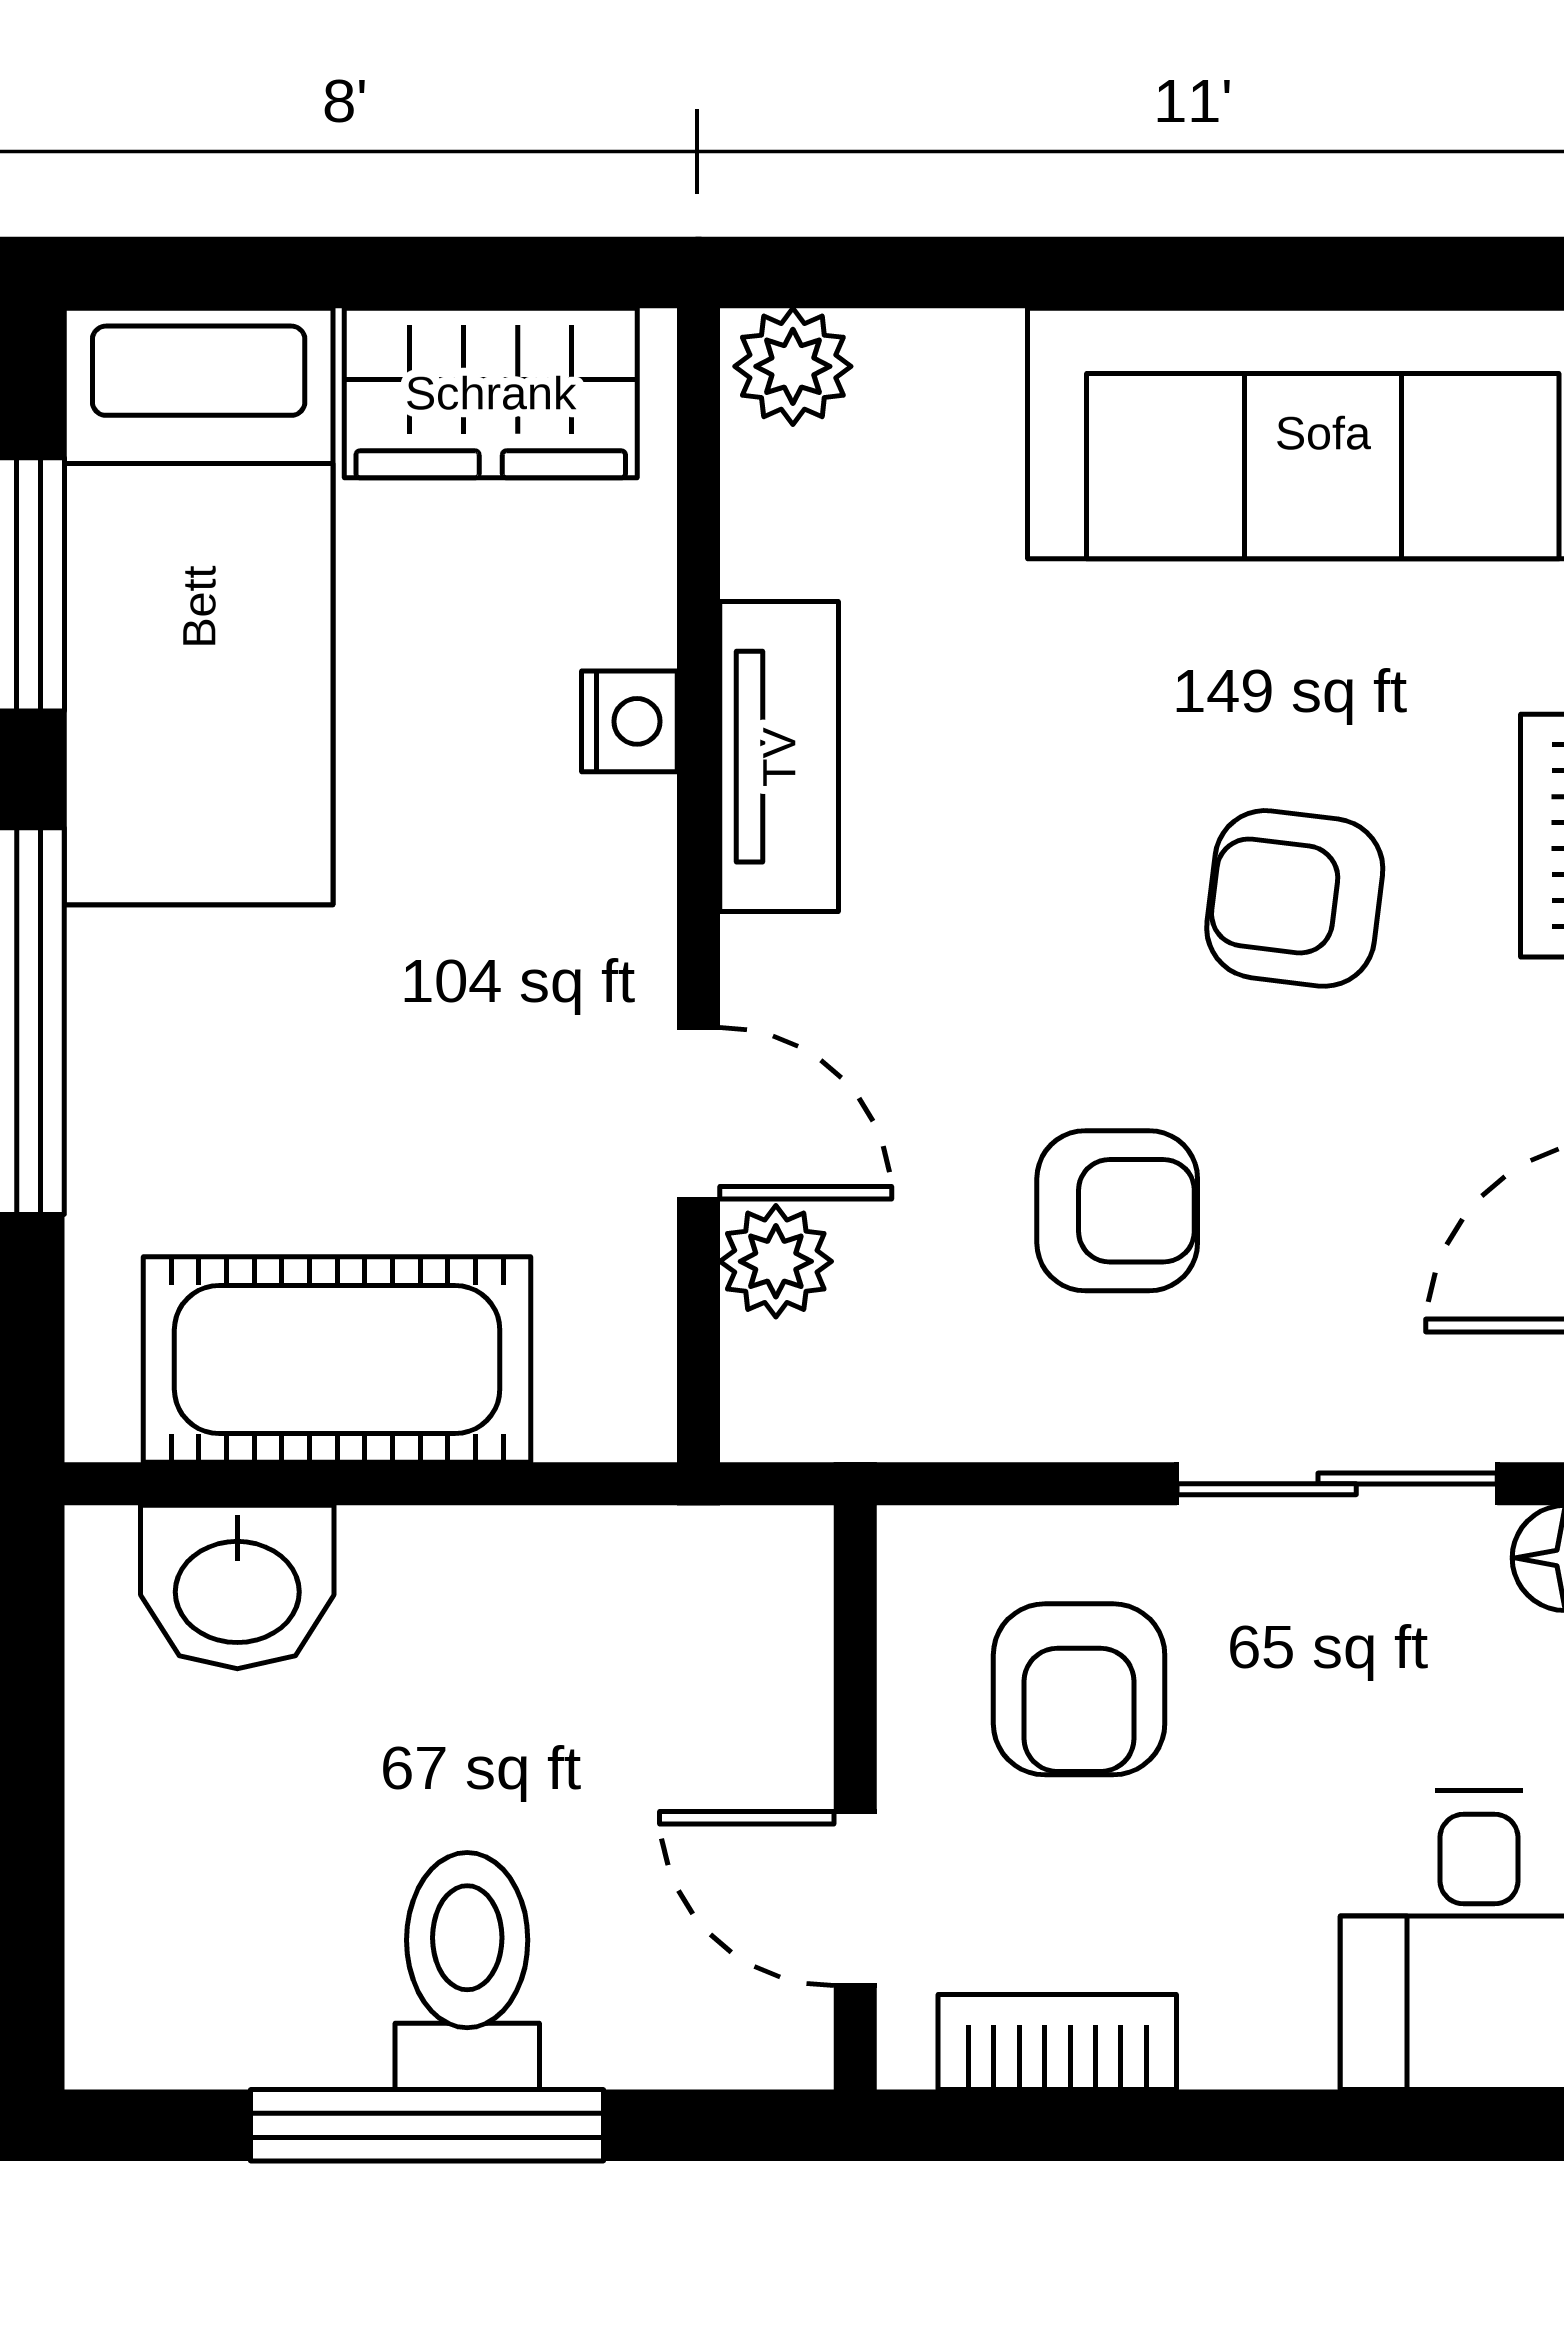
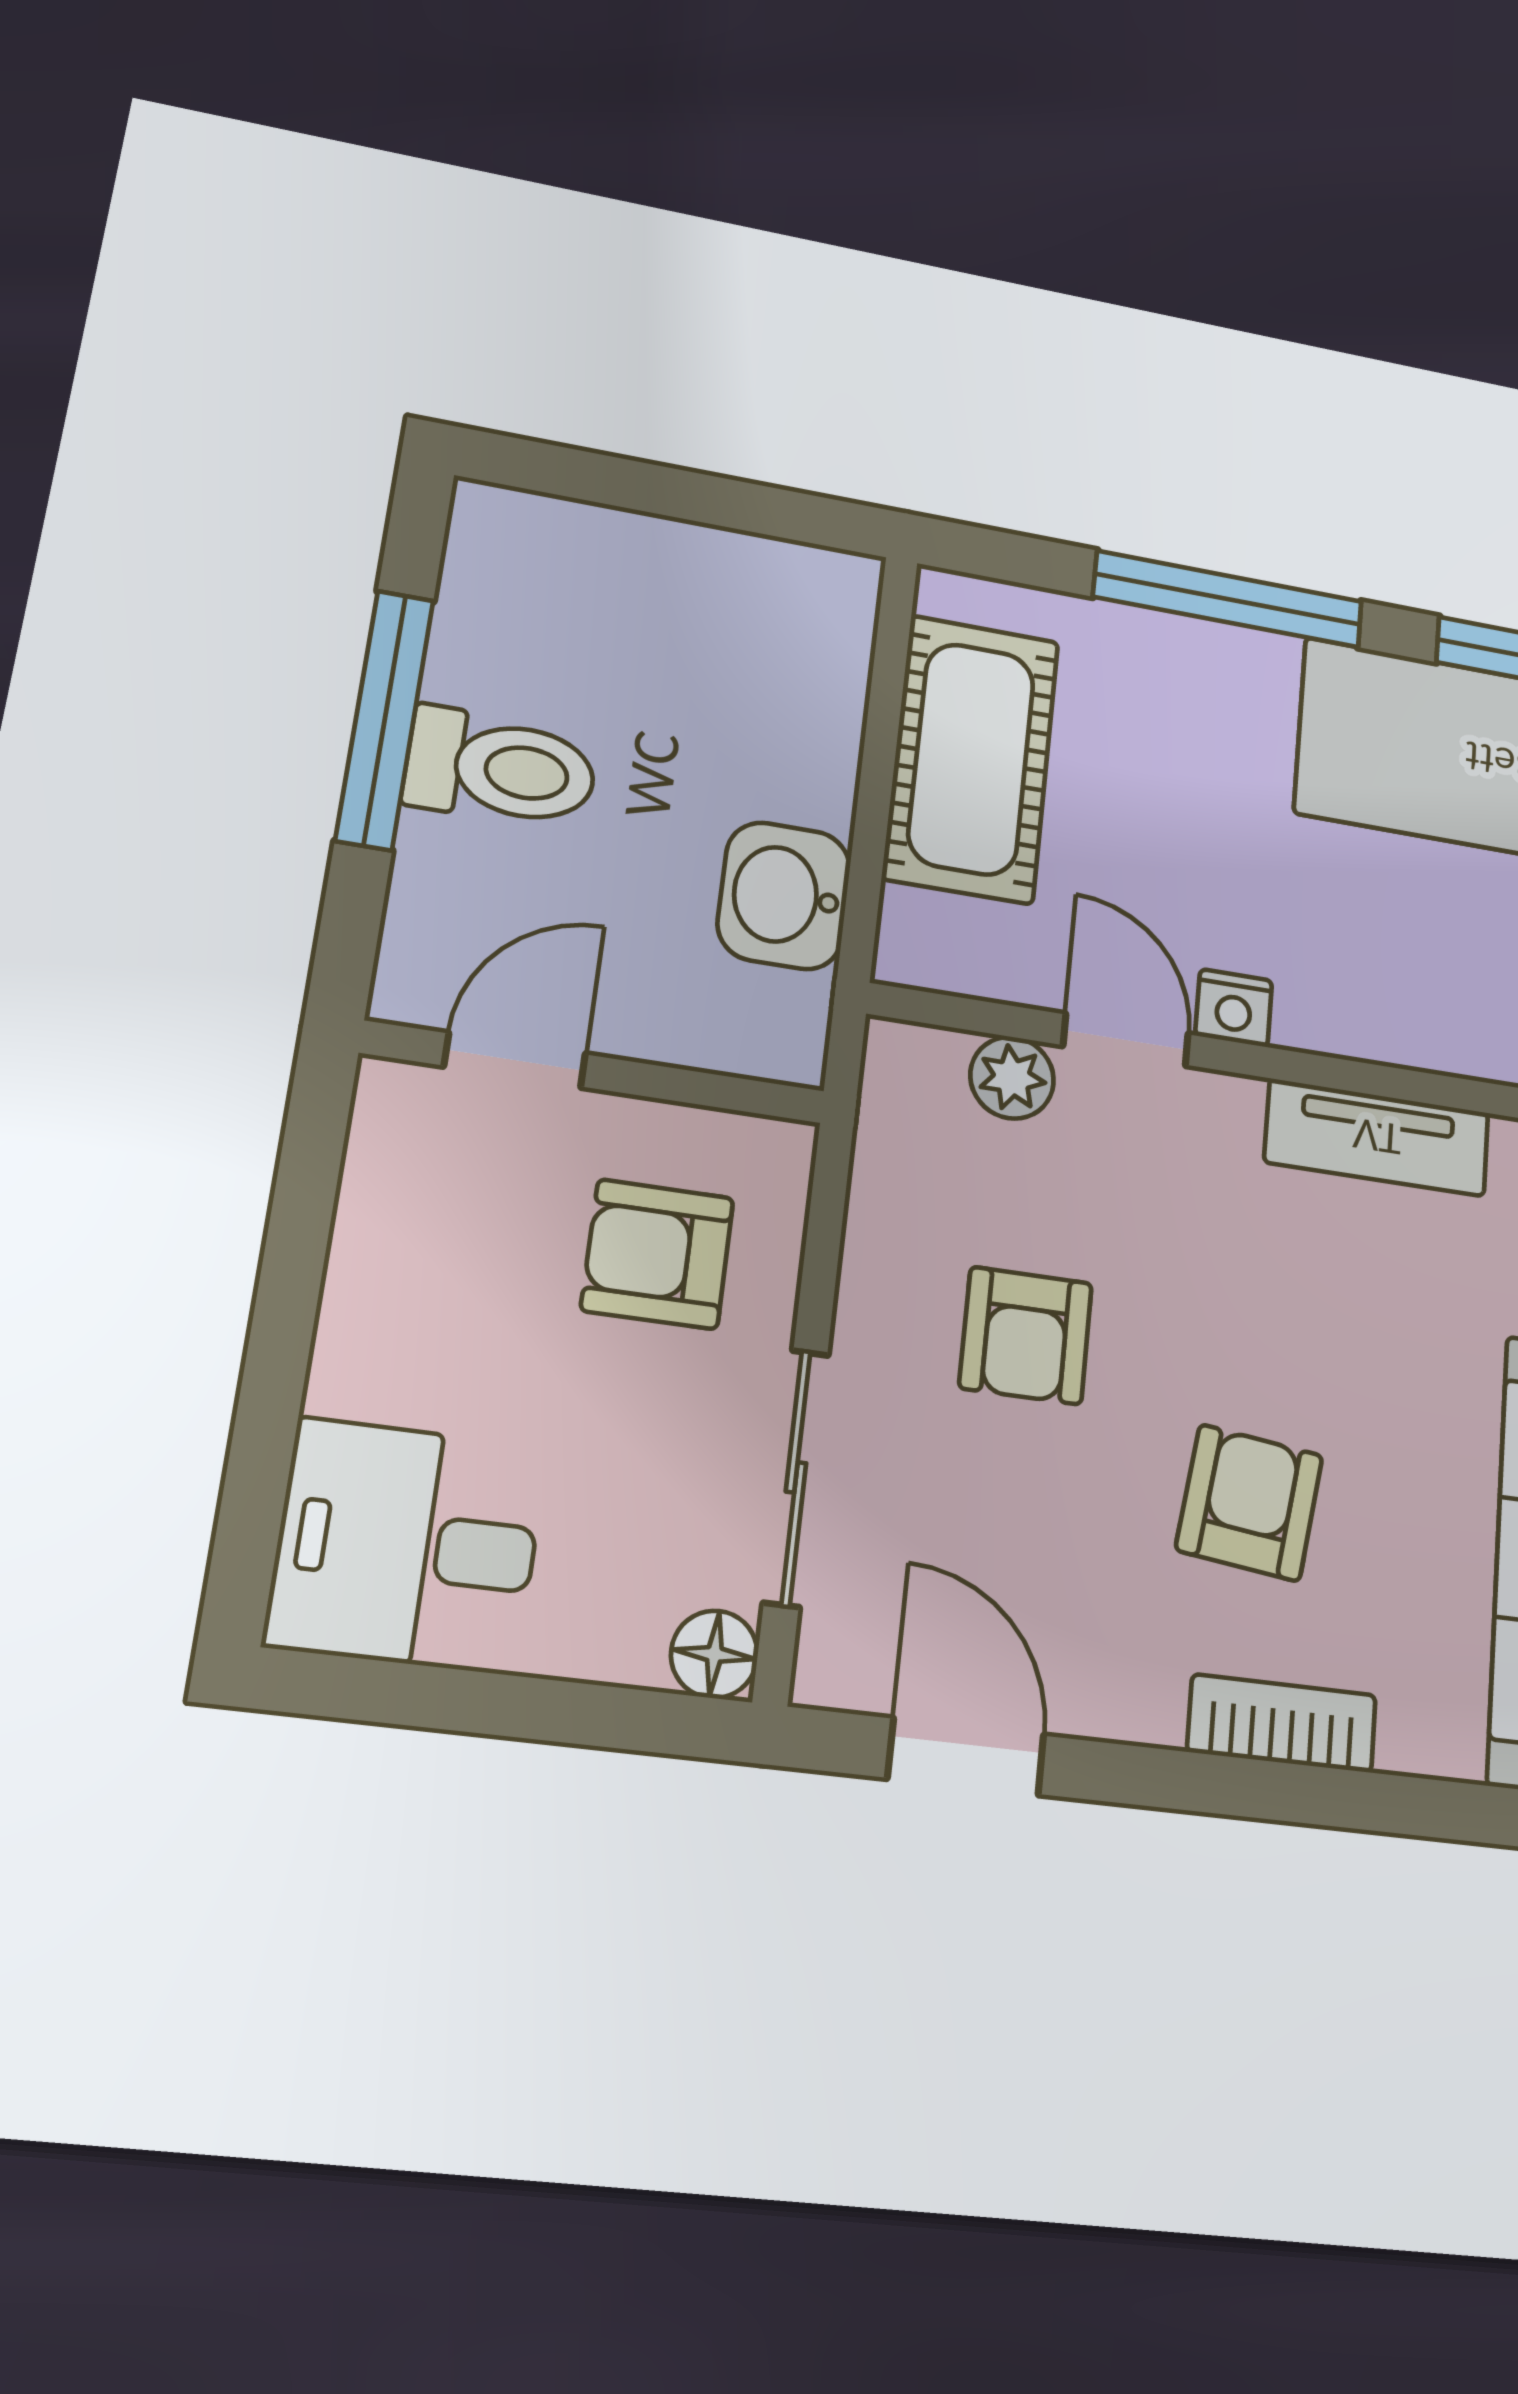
nightstand: (629, 721) -> (1234, 1008), moved
door: (699, 1113) -> (1126, 1040), swing flipped
washbasin: (237, 1587) -> (784, 896), moved
bookcase: (1057, 2042) -> (375, 1197), removed

